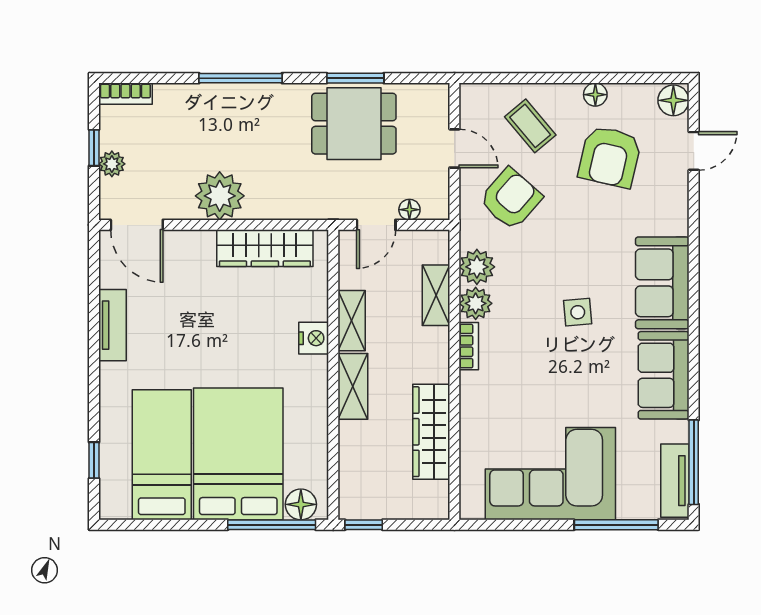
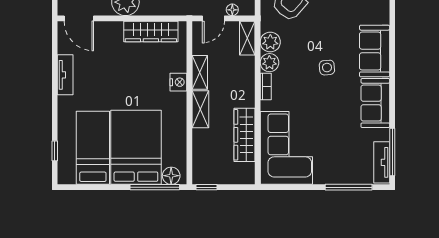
shelving: (436, 295) -> (247, 38), moved
corner sofa: (550, 474) -> (286, 148), moved, turned 90

